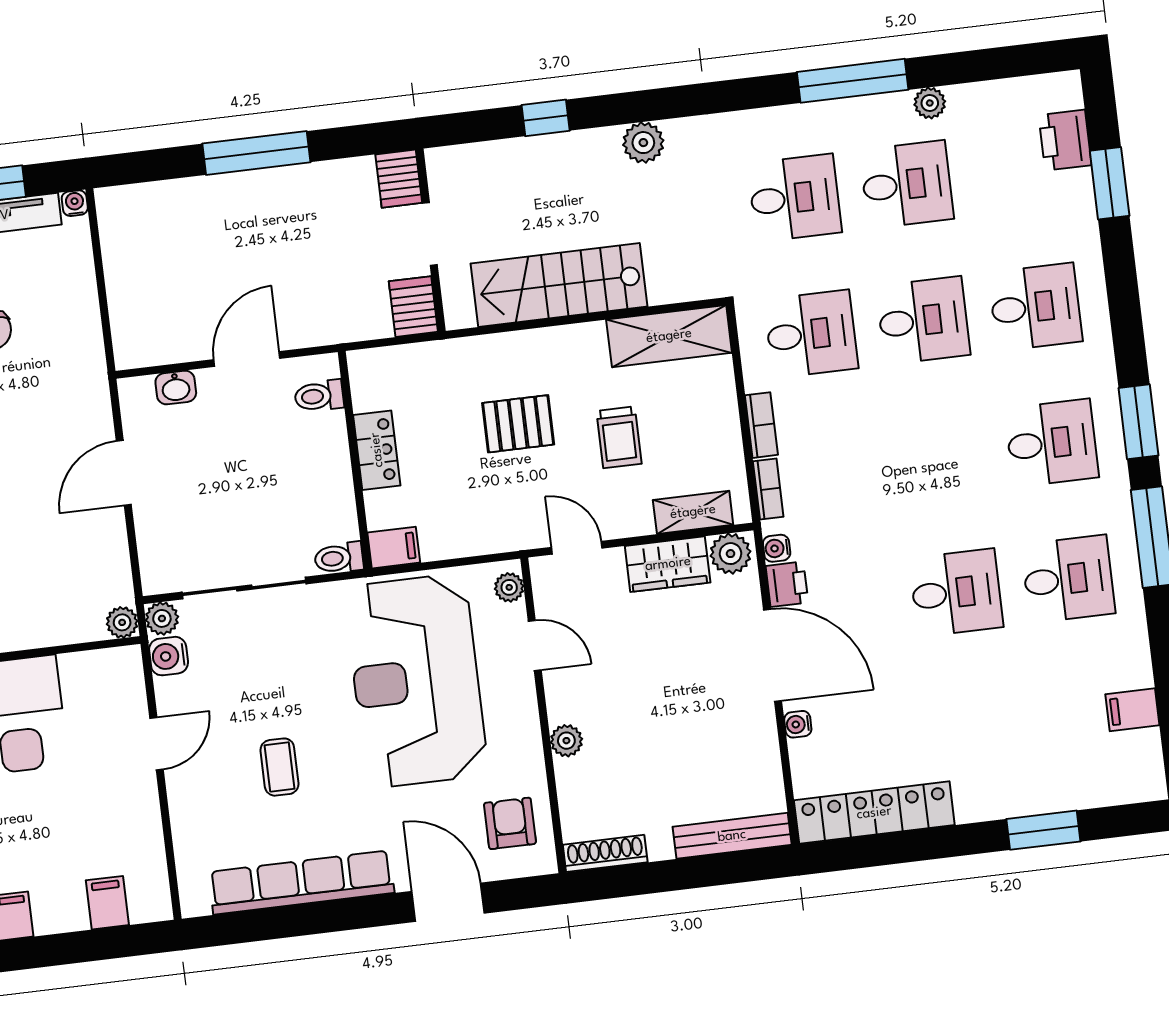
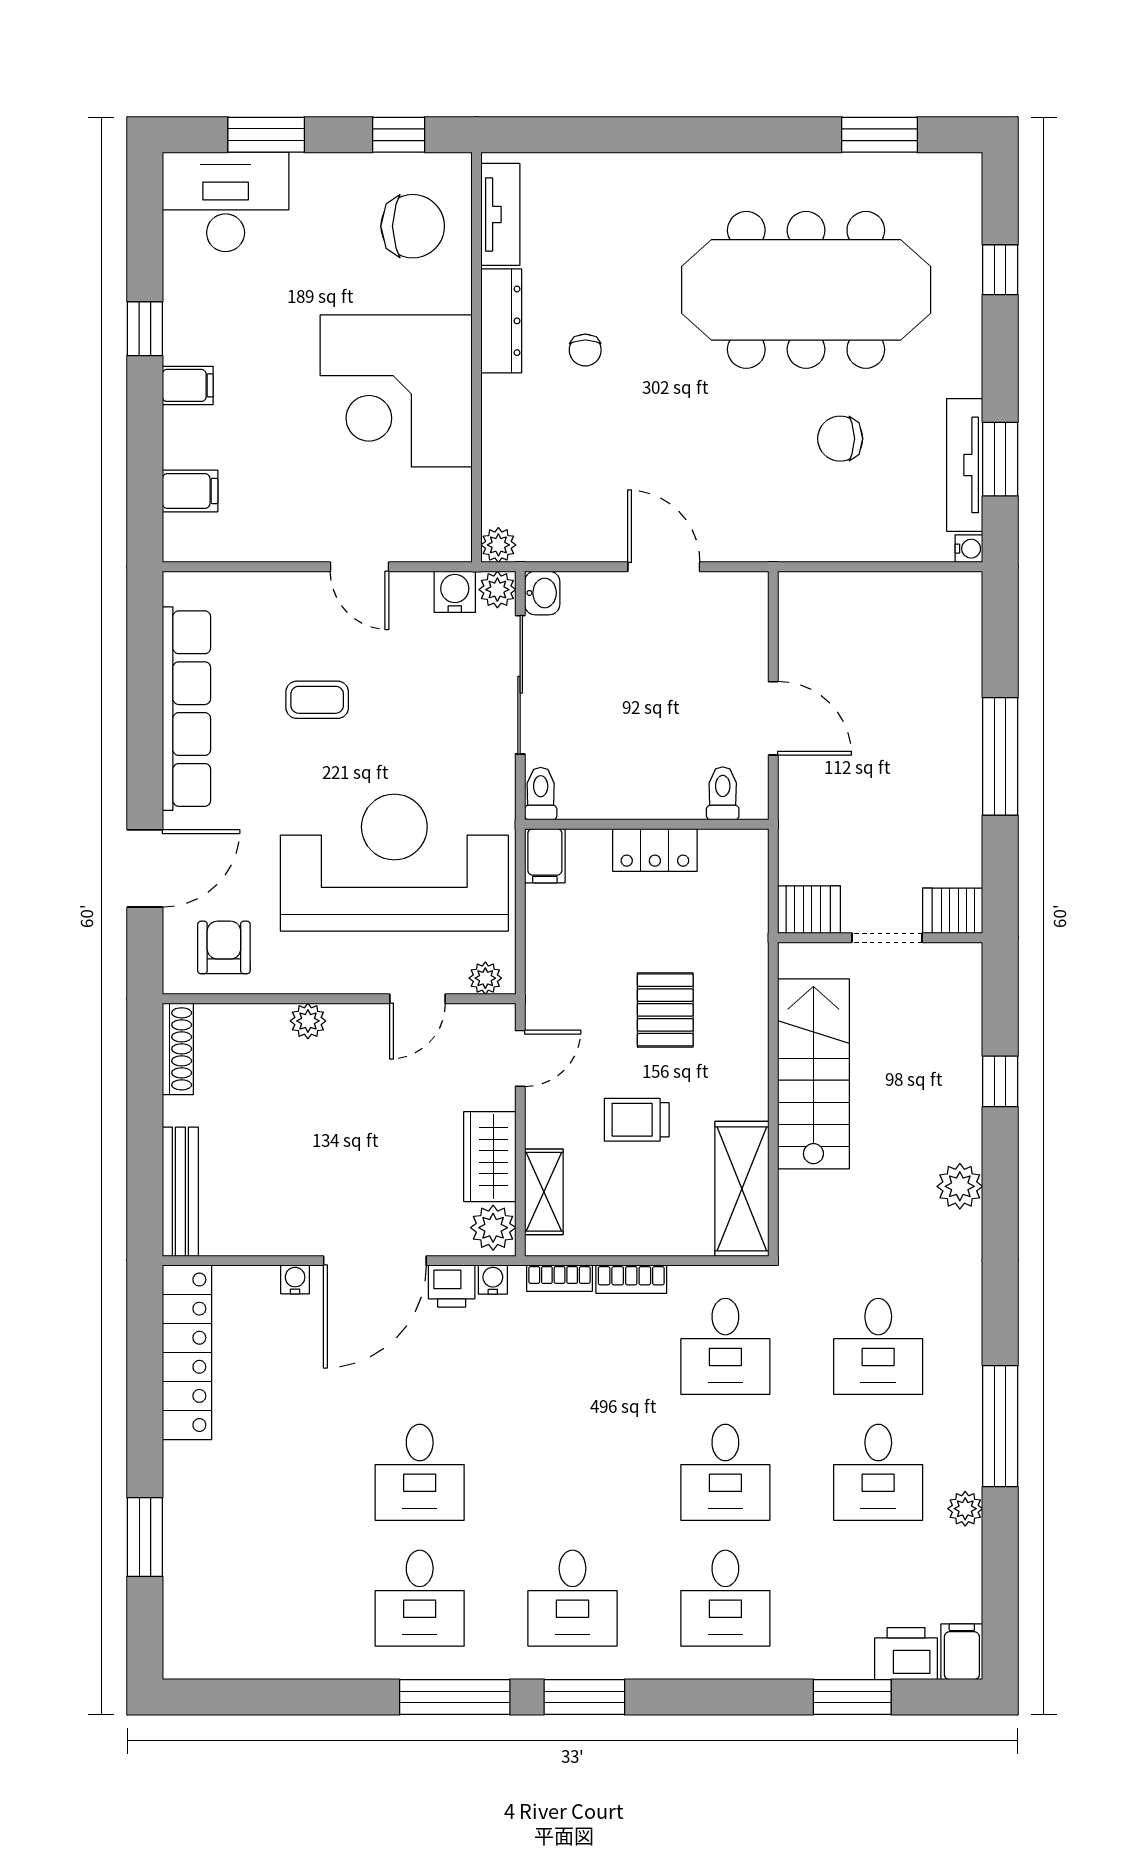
washbasin: (176, 388) -> (542, 593), moved, turned 180
filing cabinet: (1132, 710) -> (962, 1652), moved
armchair: (510, 823) -> (224, 947), turned -90

